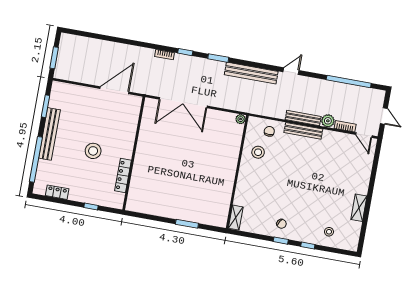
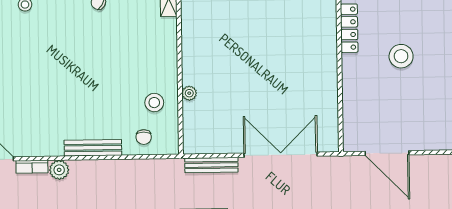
door: (114, 90) -> (387, 153), hinge flipped
bench: (303, 118) -> (211, 165), moved
plant: (241, 119) -> (189, 93), moved

